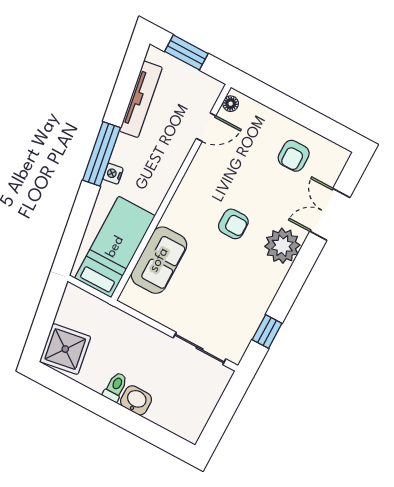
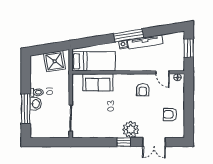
tv unit: (141, 99) -> (145, 42), moved
double door: (330, 214) -> (154, 142), swing flipped
armchair: (233, 224) -> (143, 90), moved
window: (267, 331) -> (124, 142), moved
shower: (65, 349) -> (55, 61), moved
window: (136, 424) -> (26, 109), added

